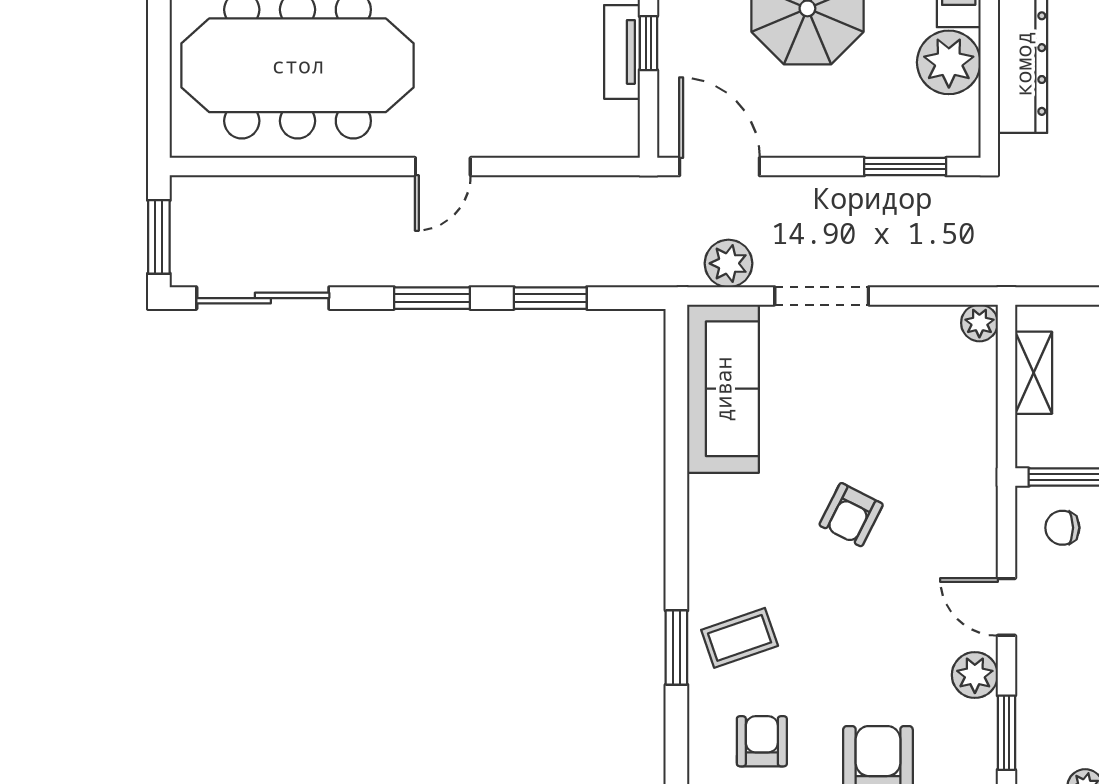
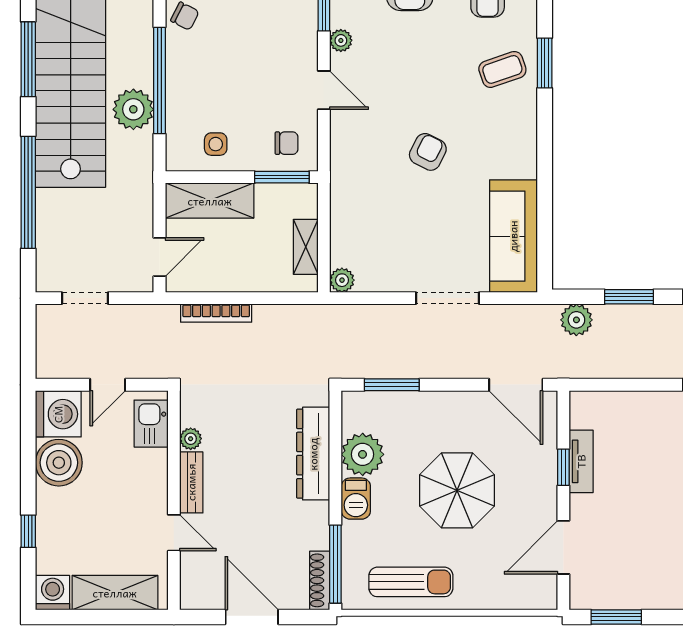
plant: (728, 263) -> (576, 320), moved
plant: (975, 675) -> (341, 40), width x0.73, depth x0.73

